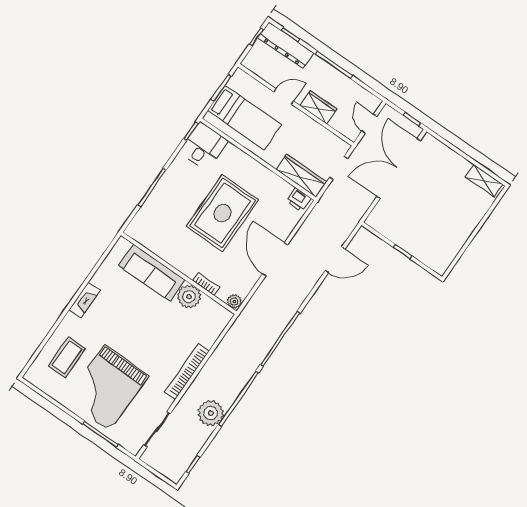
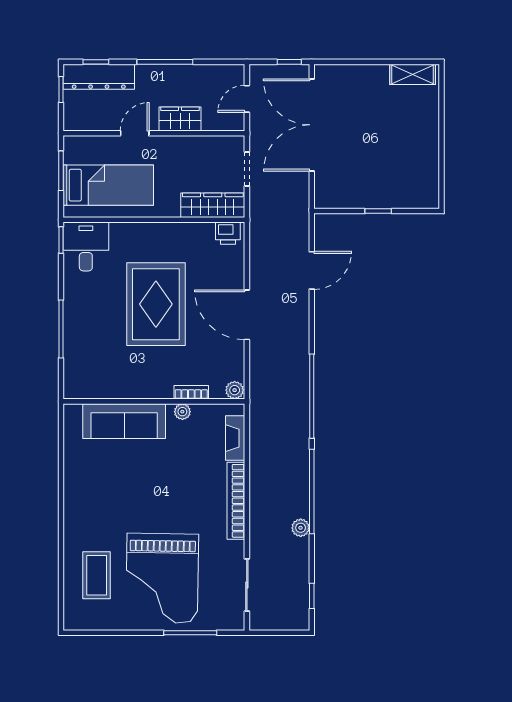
door: (369, 124) -> (247, 99), hinge flipped
plant: (189, 297) -> (182, 412), width x0.53, depth x0.53
fireplace: (85, 300) -> (235, 438), moved, turned 180
plant: (211, 413) -> (301, 528), width x0.53, depth x0.53

